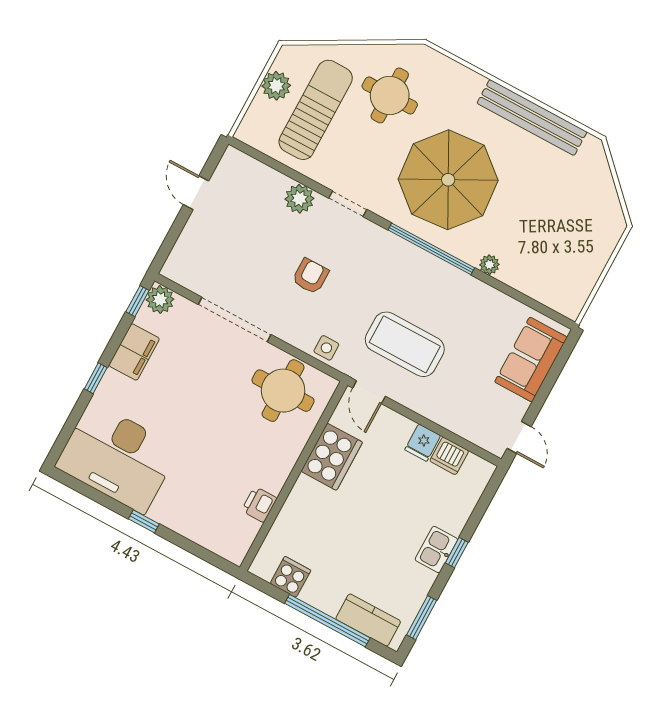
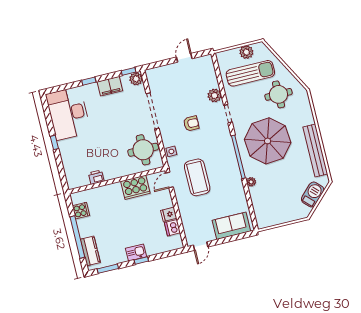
barbecue: (598, 185) -> (313, 194), added

